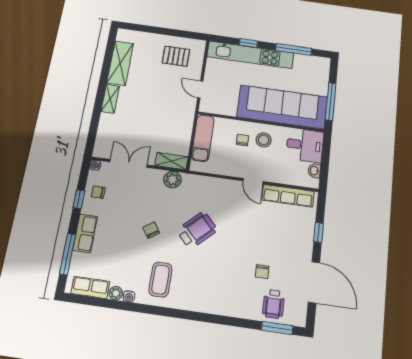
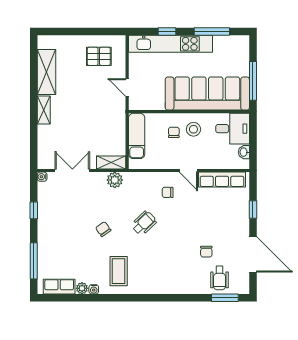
chair: (98, 192) -> (168, 192), moved
wheelchair: (197, 230) -> (144, 223), width x0.73, depth x0.73
row of seats: (85, 233) -> (45, 240), removed

